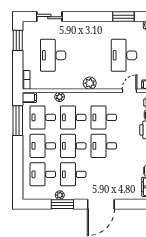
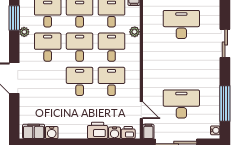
sliding door: (49, 17) -> (225, 43), moved
window: (123, 17) -> (225, 103), width x1.44
plant: (90, 83) -> (150, 66), removed
window: (62, 204) -> (14, 18), moved

